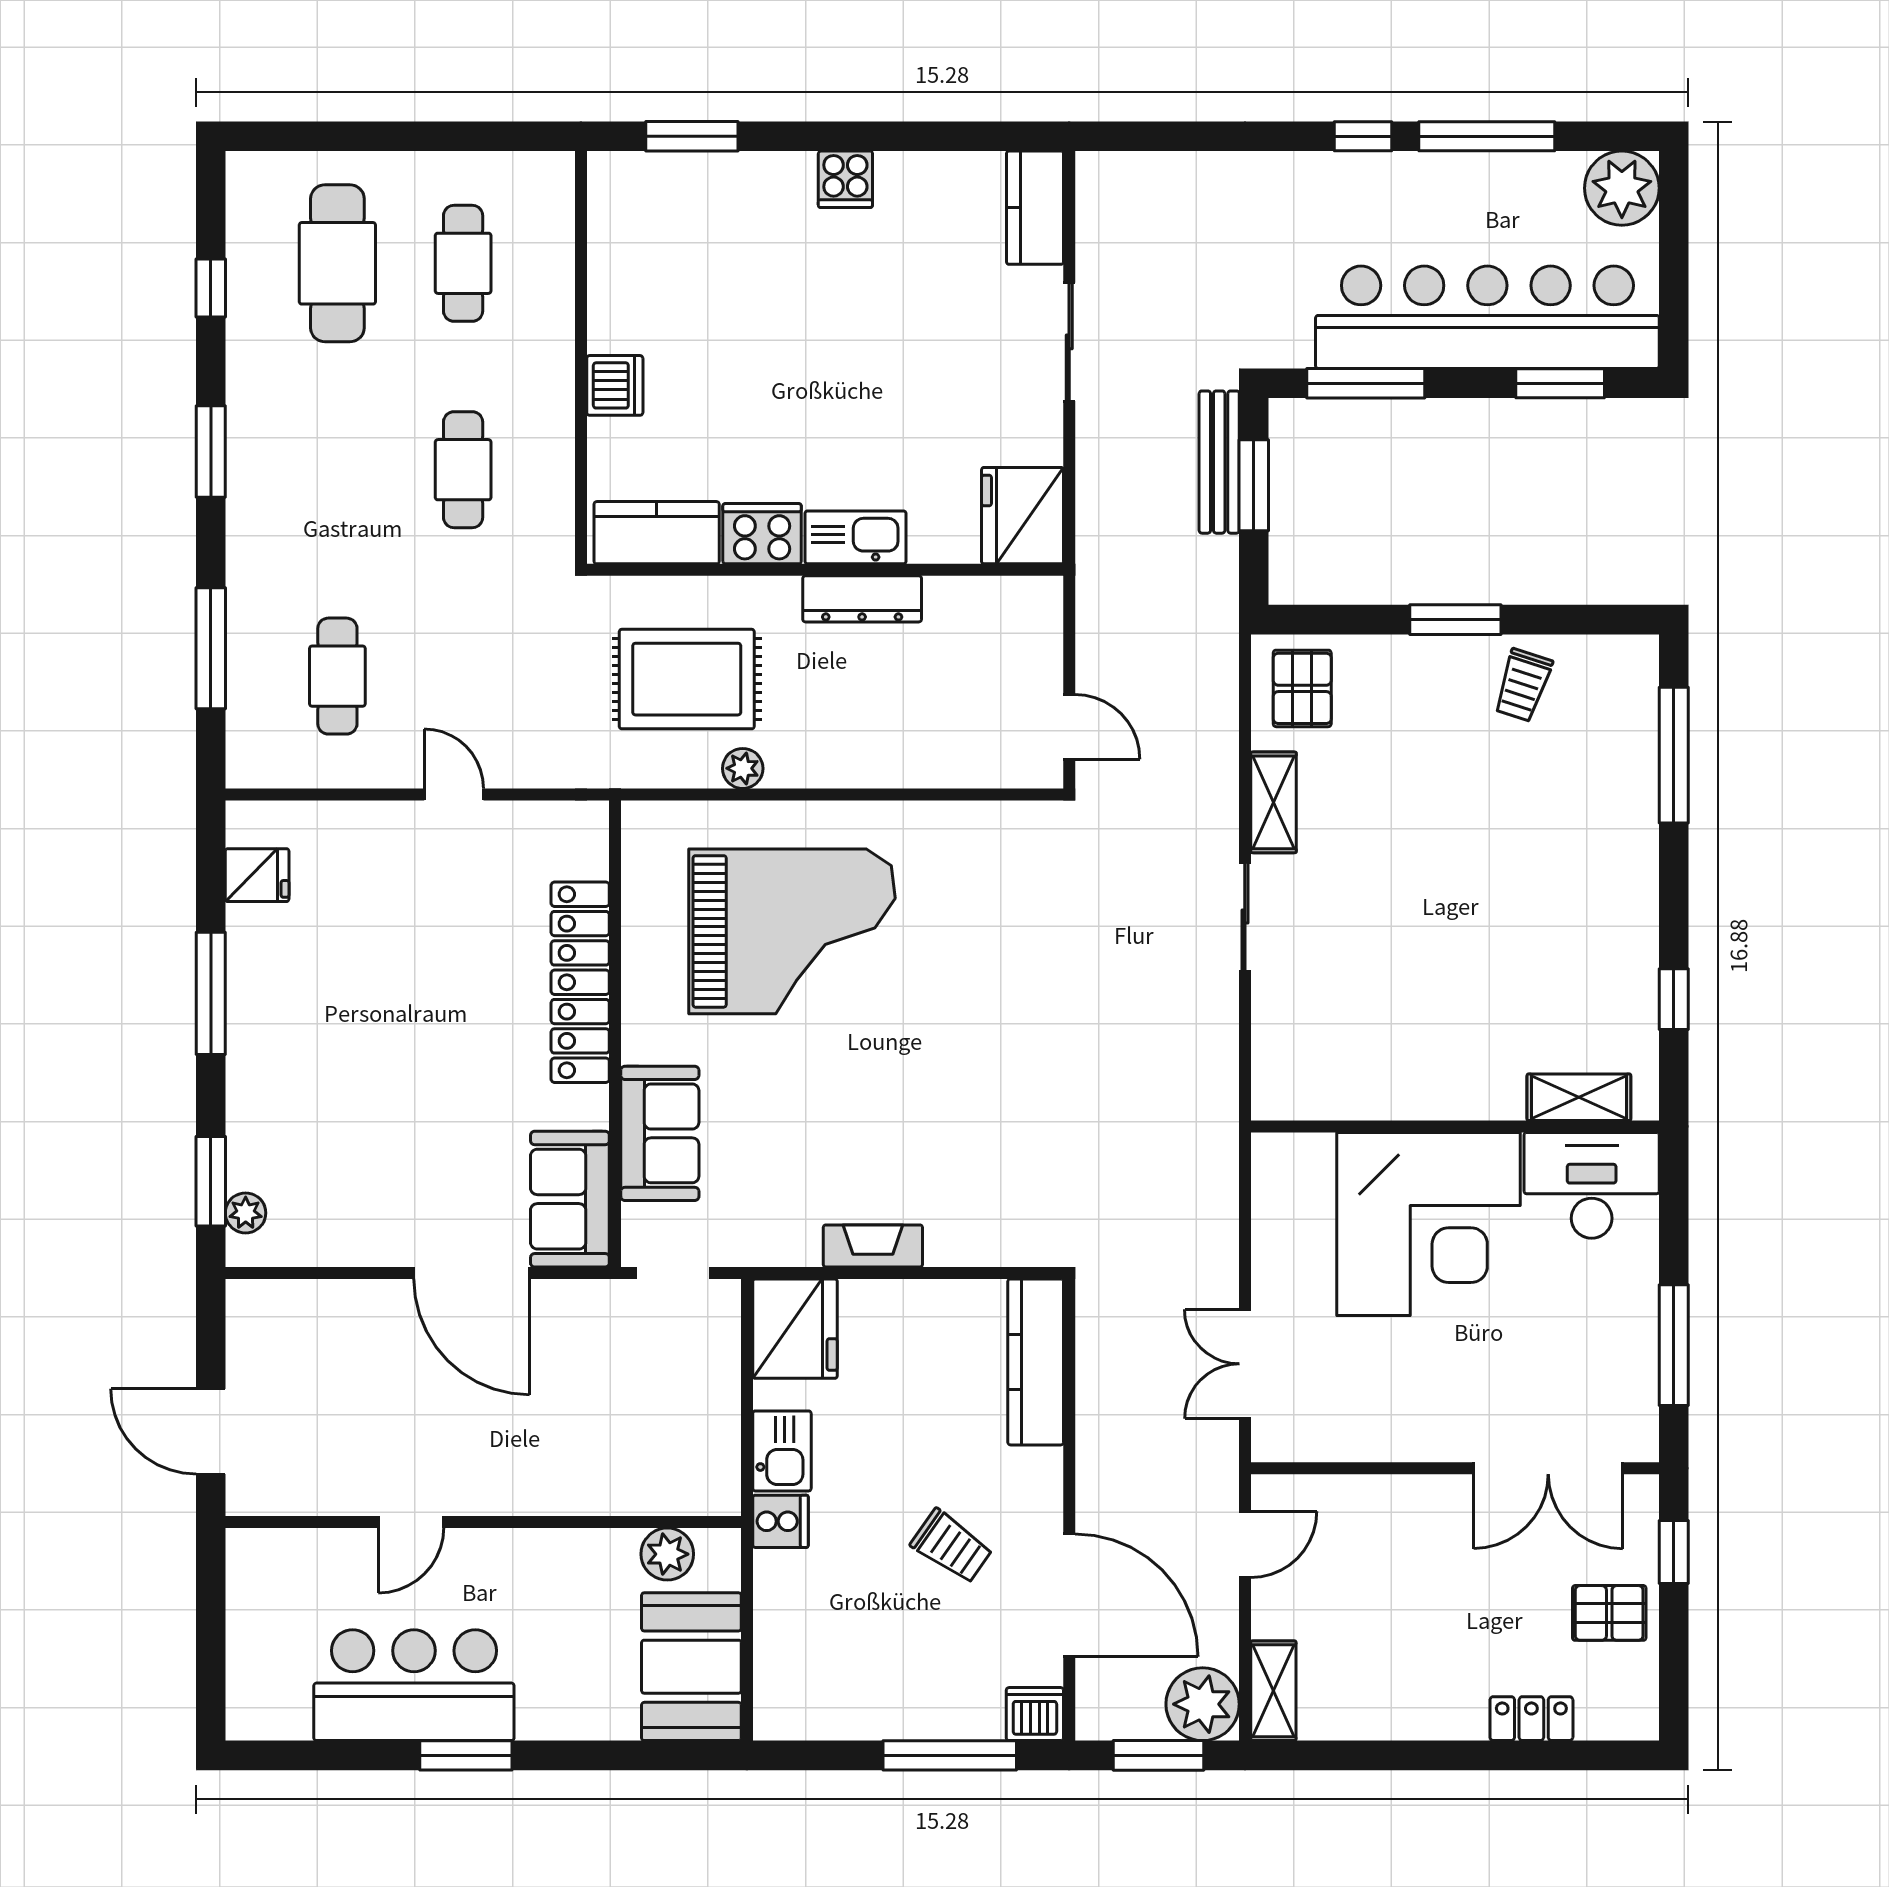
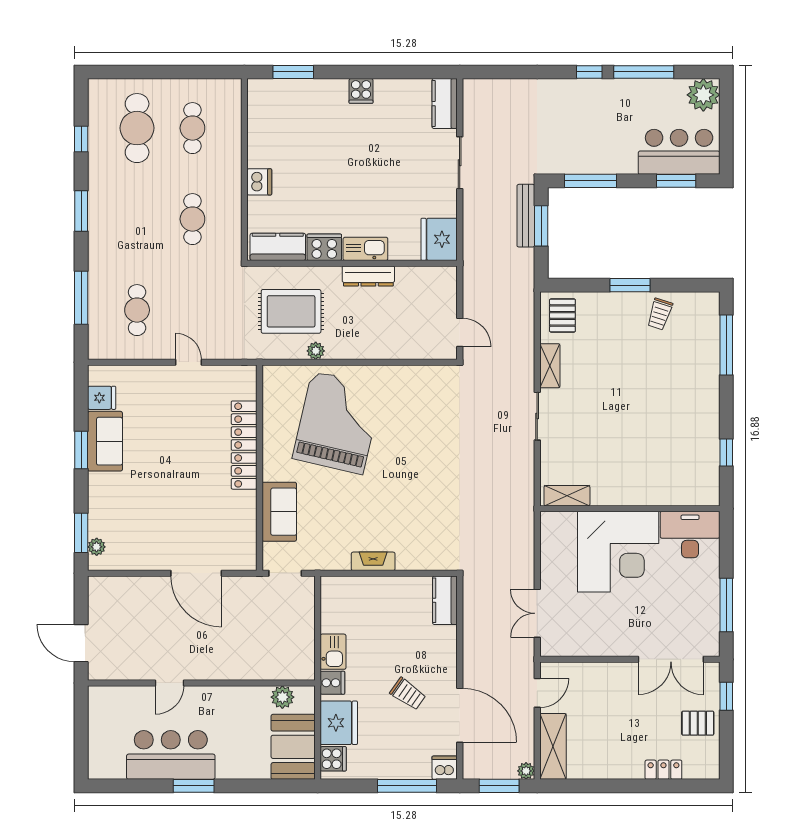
bar counter: (1487, 317) -> (679, 152), width x0.54
grand piano: (792, 931) -> (337, 423), turned -77
window: (211, 993) -> (81, 450), width x0.69
shelving: (1579, 1097) -> (567, 496), moved
sofa: (570, 1199) -> (105, 441), moved, turned 180
fridge: (795, 1329) -> (339, 723), moved
kitchen counter: (1036, 1362) -> (445, 600), width x0.67
shelving: (1273, 1691) -> (553, 746), width x1.50, depth x1.33
cooker: (782, 1694) -> (333, 759), added
plant: (1203, 1704) -> (526, 771), width x0.53, depth x0.53

